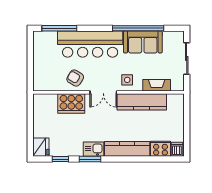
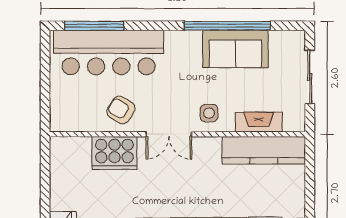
bar counter: (90, 44) -> (109, 52), moved
kitchen counter: (142, 102) -> (264, 150), moved

